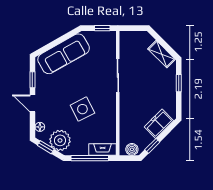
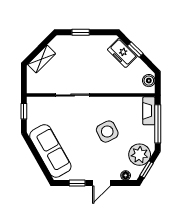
shelving: (162, 54) -> (42, 59), moved
window: (152, 146) -> (135, 50), moved

